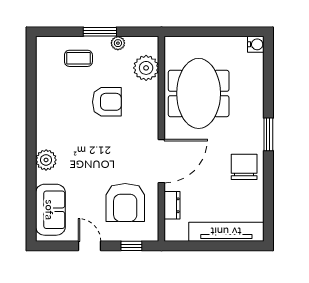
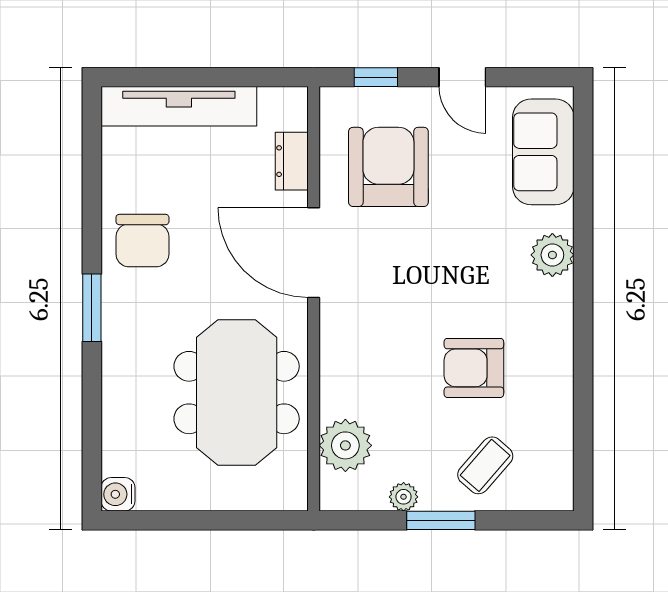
coffee table: (78, 58) -> (485, 465), turned -49
armchair: (107, 102) -> (474, 368), moved
door: (161, 161) -> (314, 253), hinge flipped

